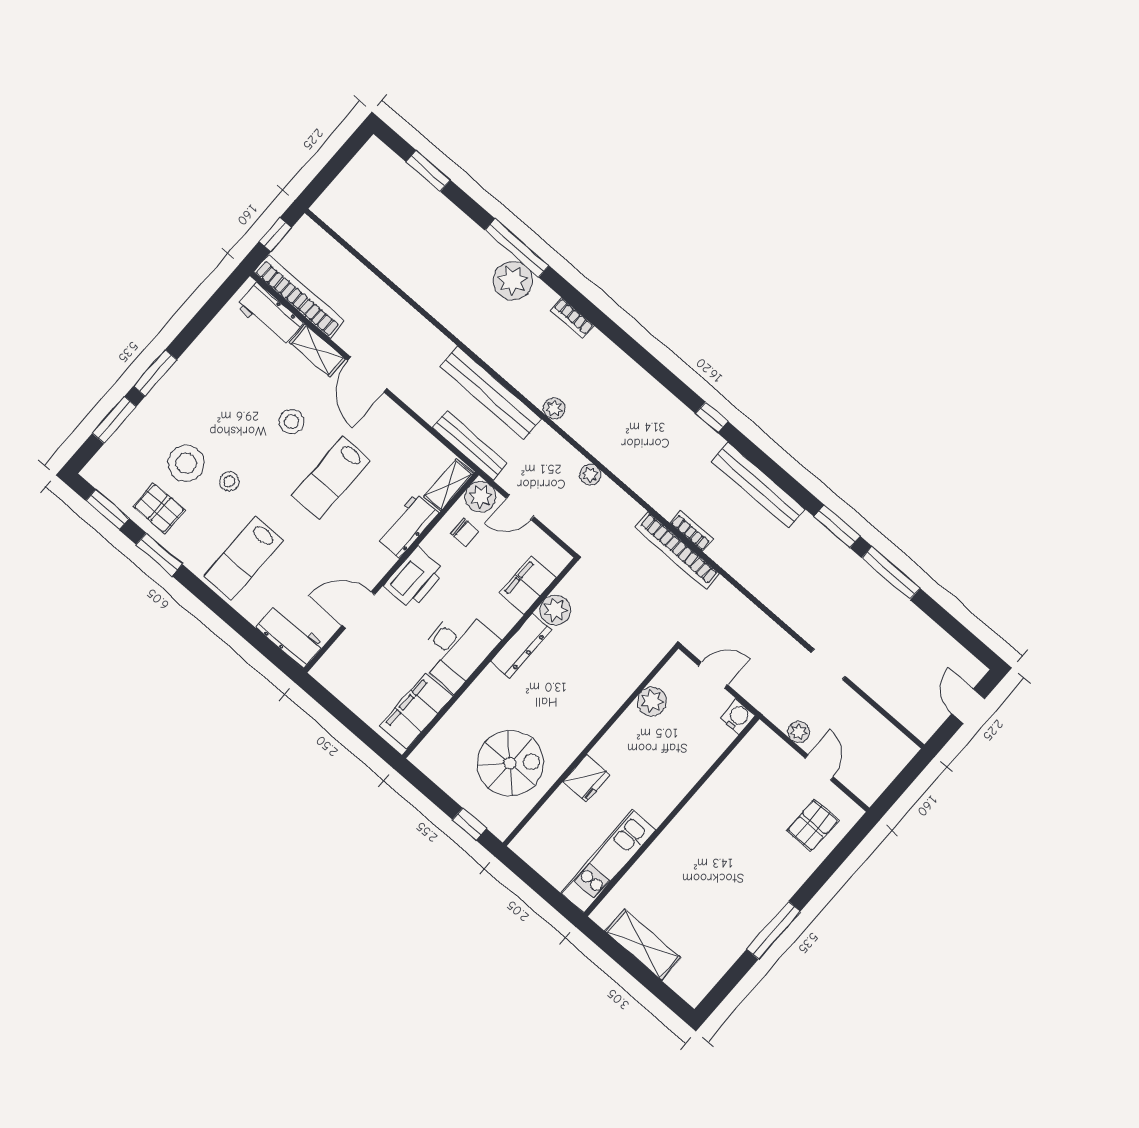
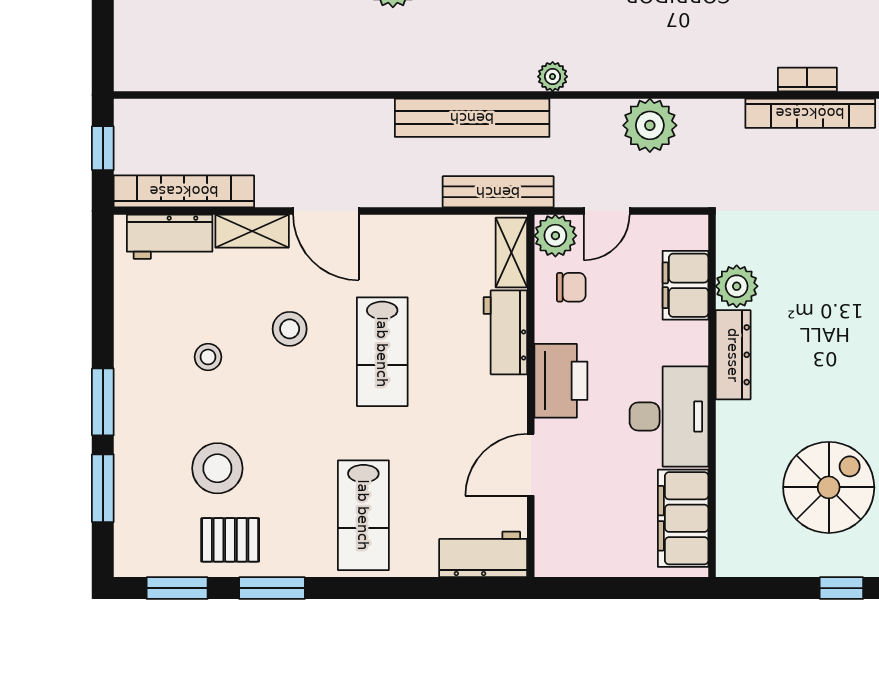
plant: (590, 474) -> (650, 125), width x1.87, depth x1.87
stool: (229, 481) -> (208, 357), moved

